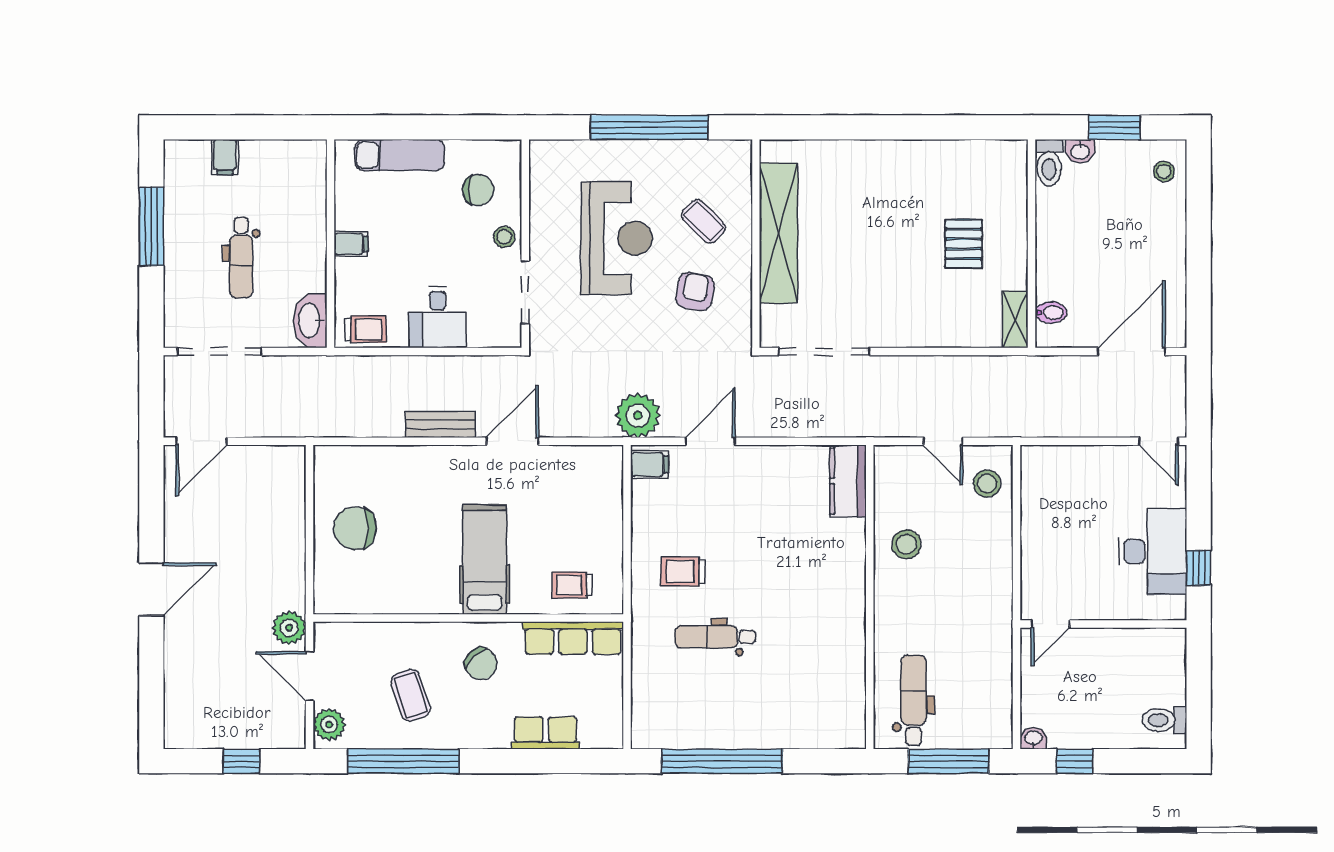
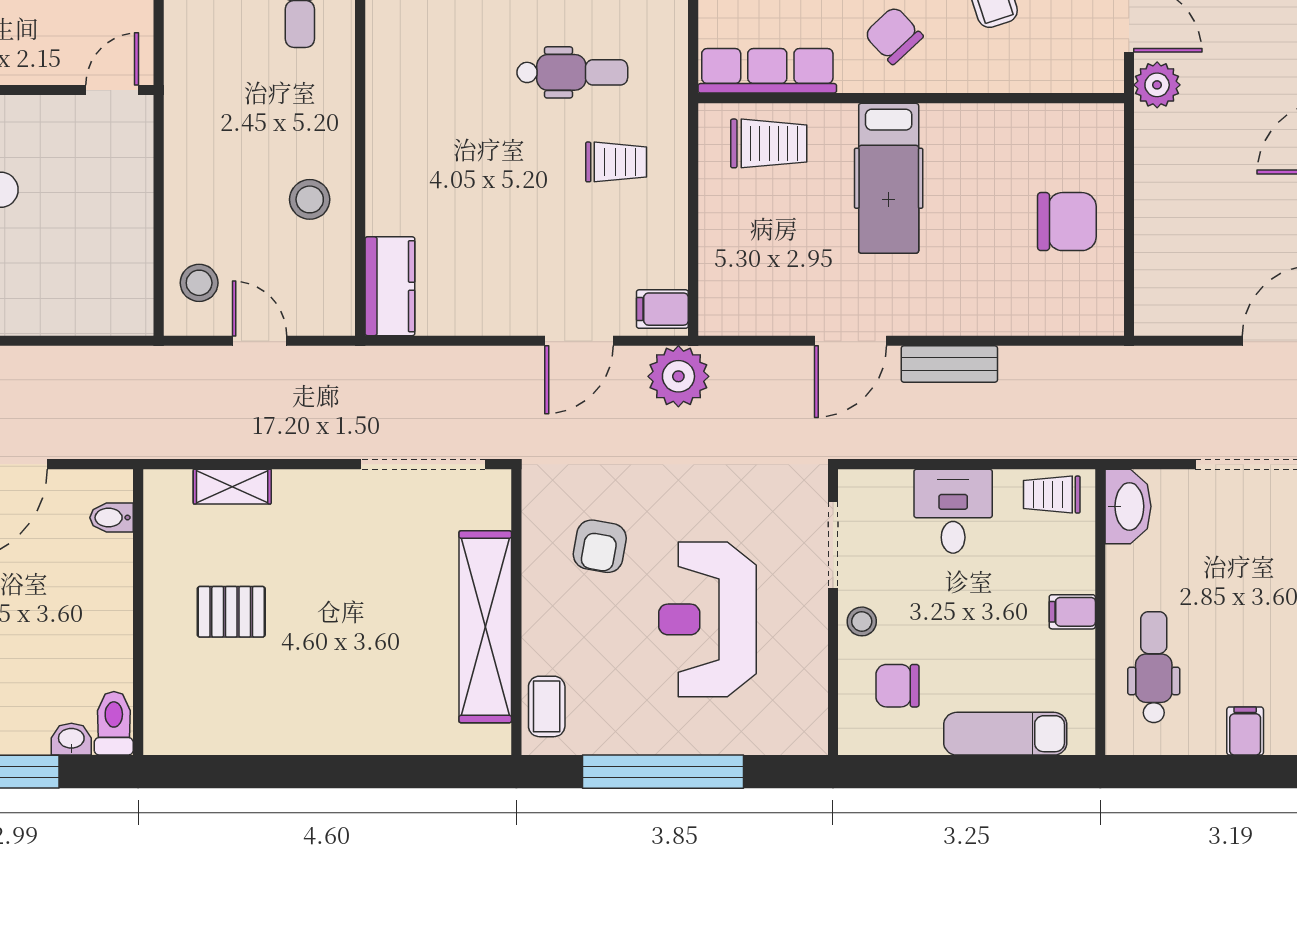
coffee table: (704, 221) -> (547, 706), moved, turned 45
pallet: (964, 244) -> (231, 612), turned 90
dental chair: (241, 258) -> (1154, 667), moved
shelving: (1015, 319) -> (232, 487), moved, turned 90
trolley: (572, 585) -> (769, 143), width x1.36, depth x1.39

